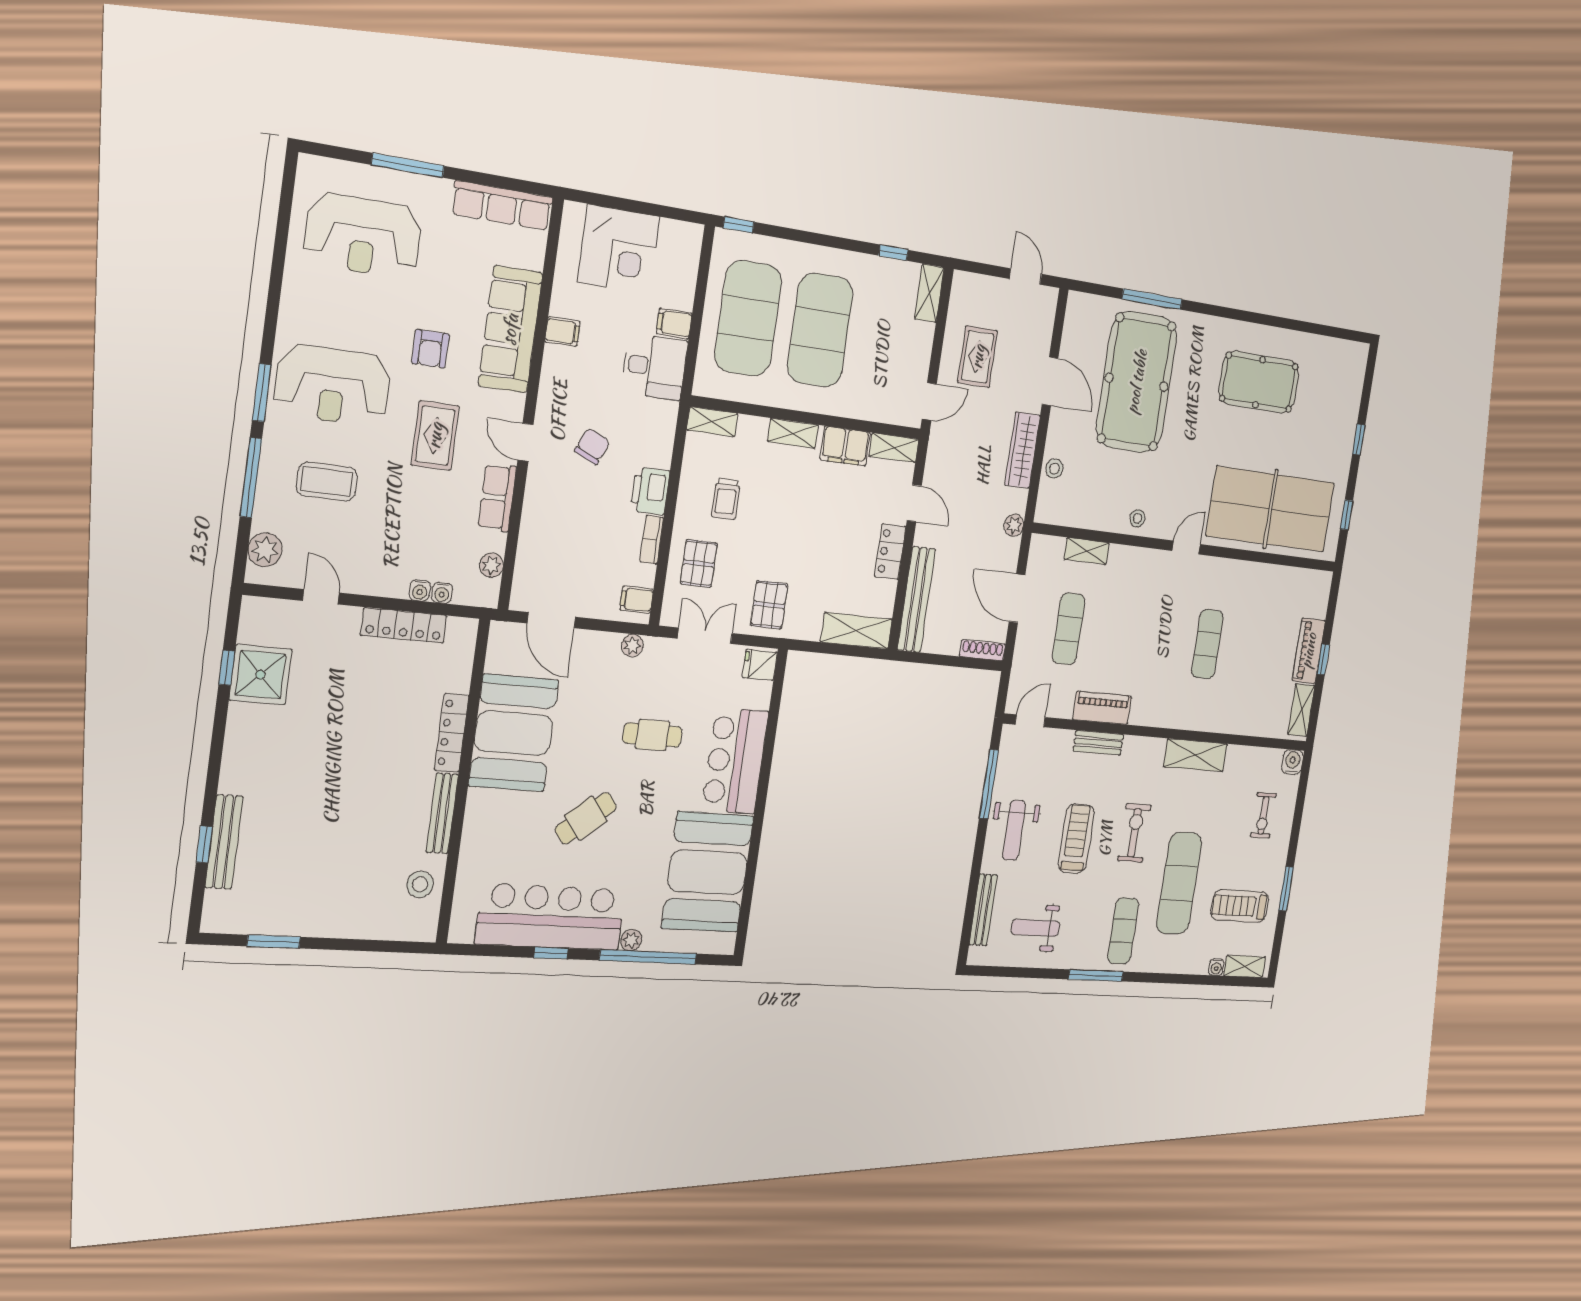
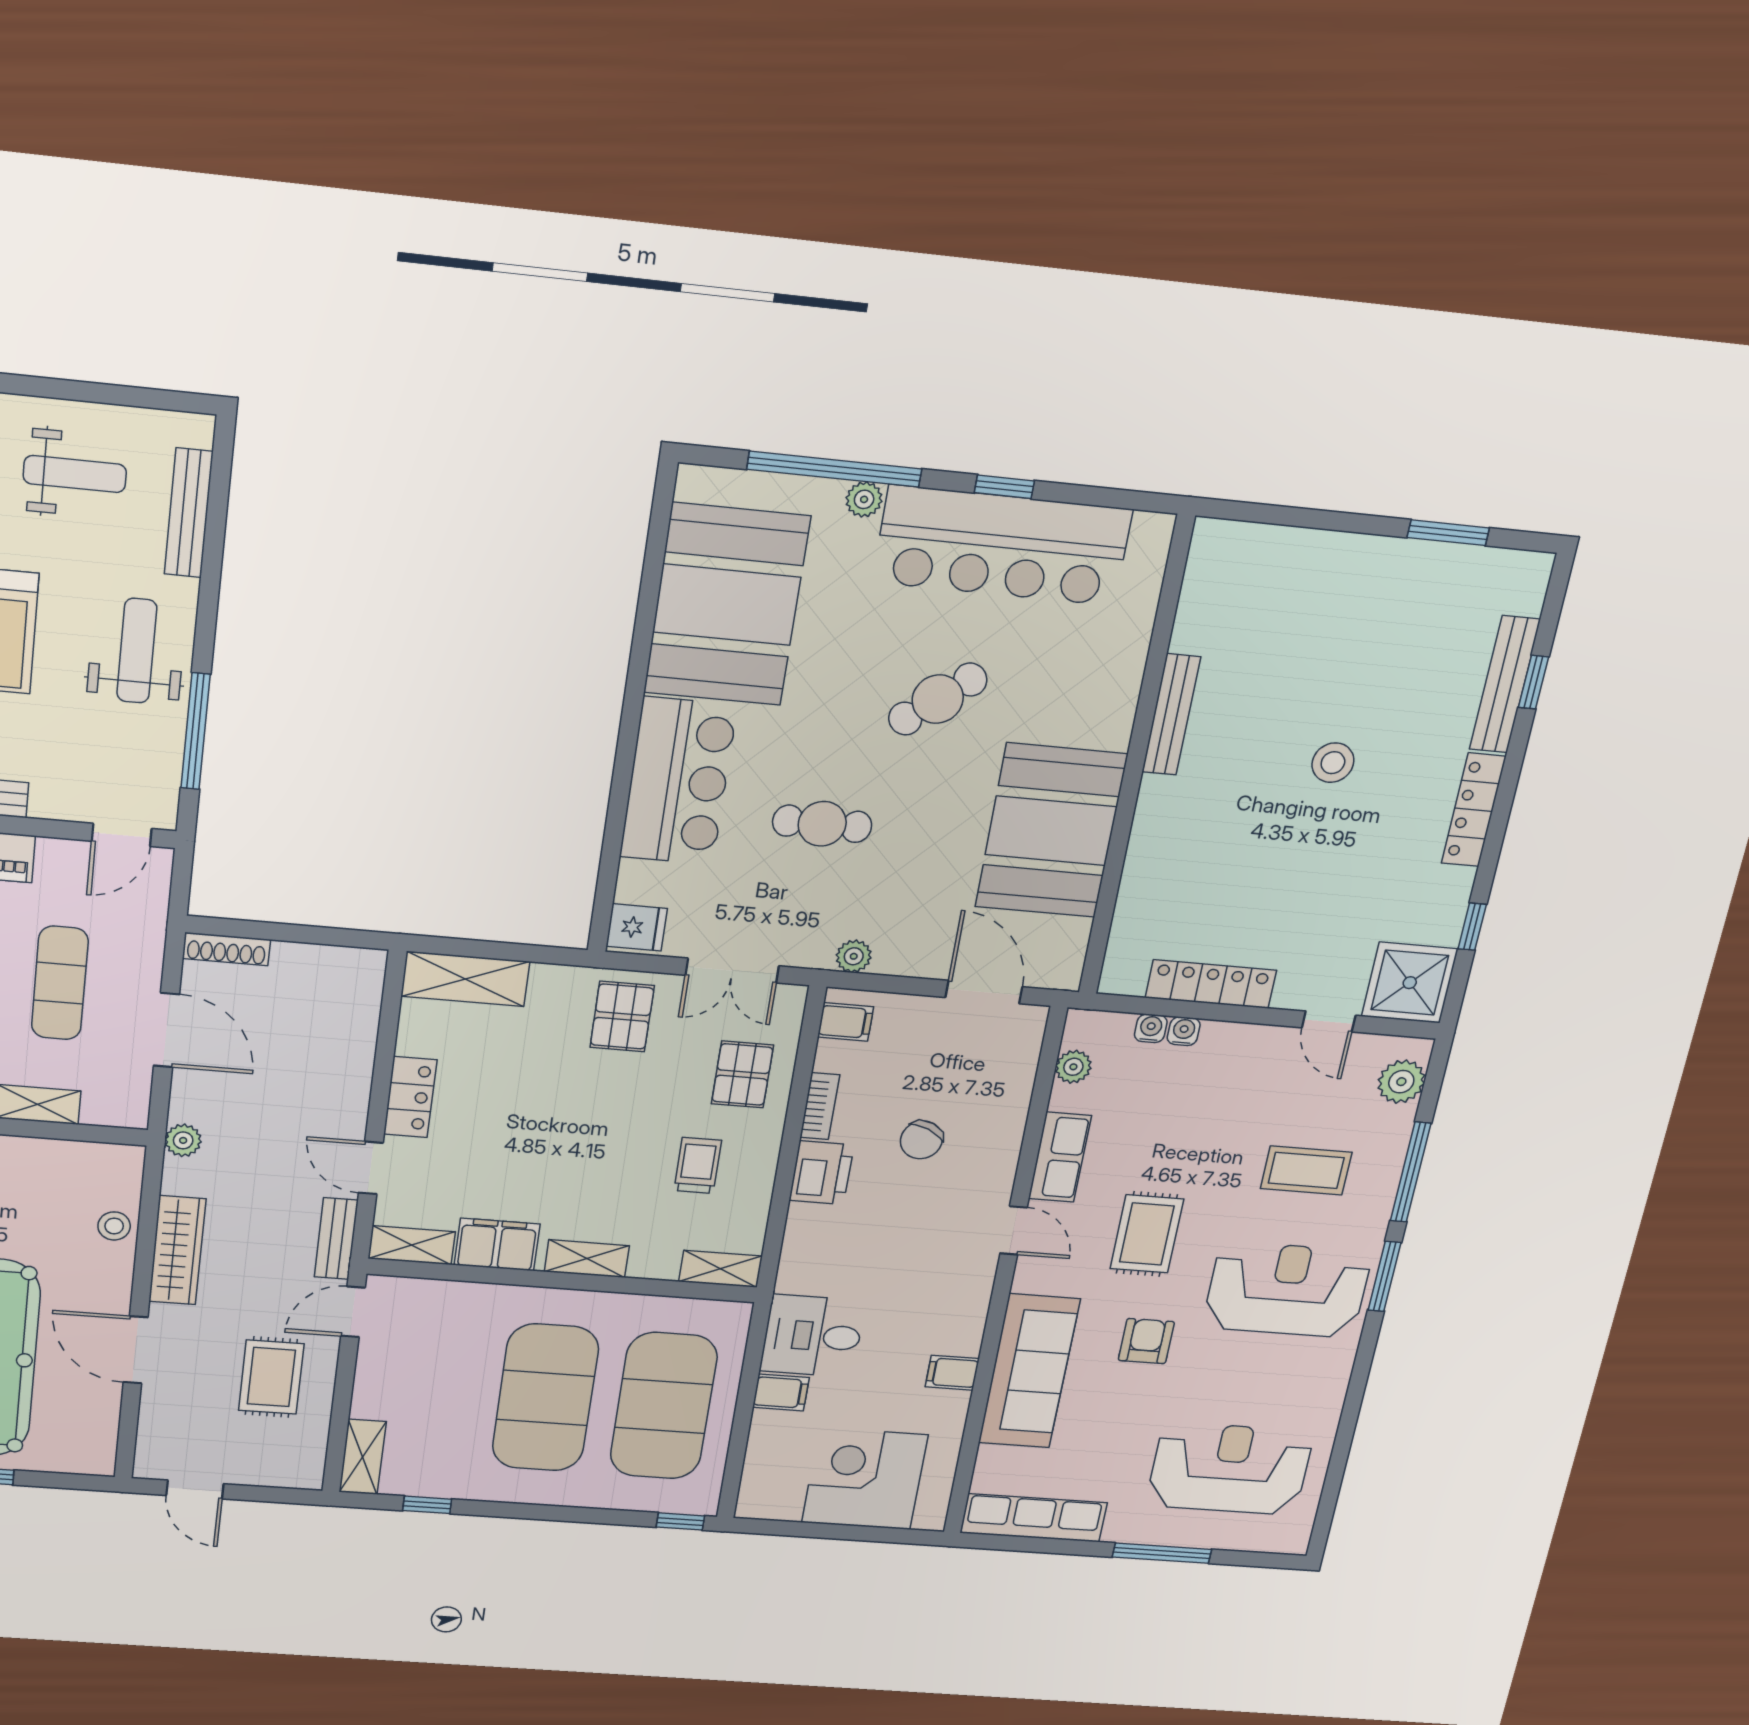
chair: (592, 446) -> (921, 1140), moved
bench: (916, 600) -> (336, 1239), moved, width x0.54, depth x0.82
shower: (260, 675) -> (1410, 983), moved
locker: (452, 733) -> (1474, 810), moved, turned 180
stool: (420, 884) -> (1333, 763), moved

